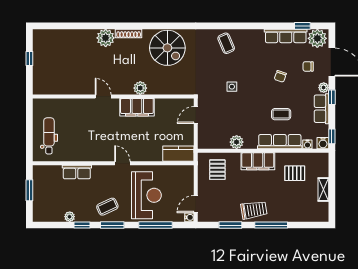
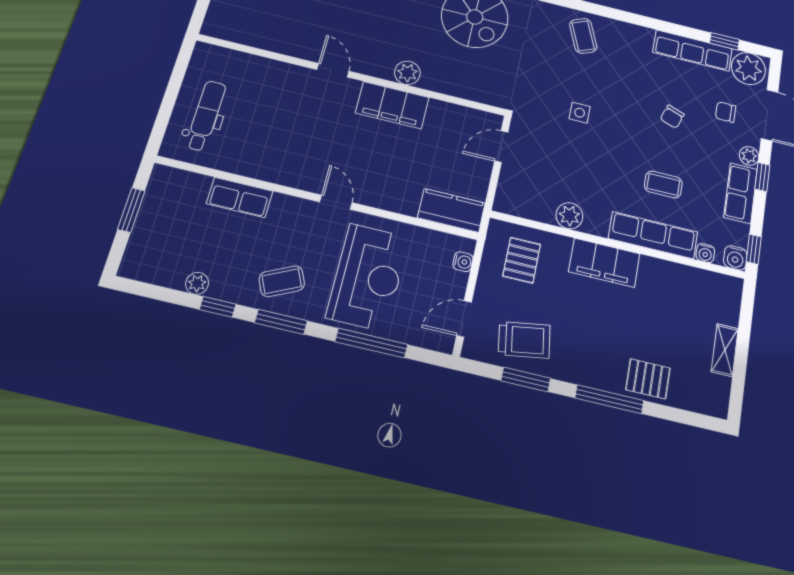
pallet: (295, 173) -> (648, 379), moved
trolley: (254, 210) -> (524, 340), moved
water cooler: (189, 217) -> (463, 262), moved

